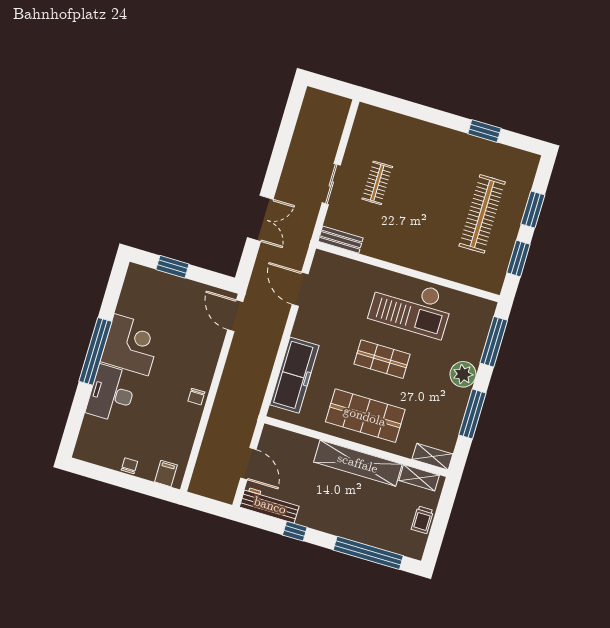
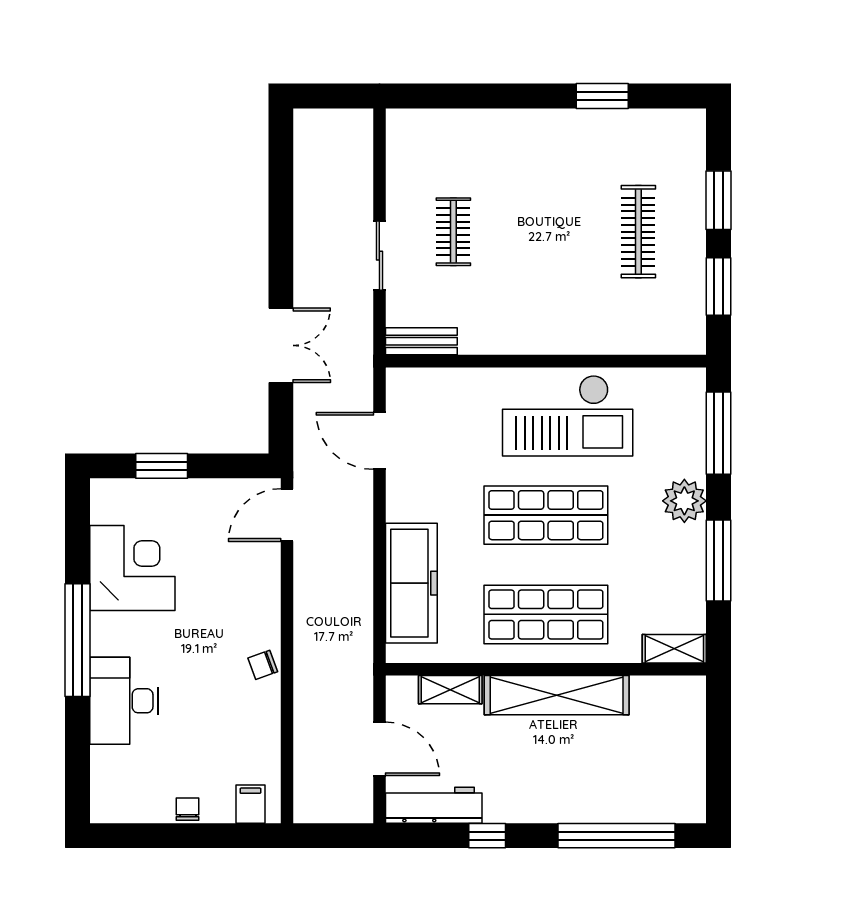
clothes rail: (482, 214) -> (638, 232), width x0.73, depth x0.76
door: (235, 316) -> (287, 515), hinge flipped
corner desk: (131, 345) -> (132, 568), moved
shop shelf: (382, 359) -> (546, 515), width x1.43, depth x1.36
chair: (196, 397) -> (263, 665), turned 70
shelving: (419, 478) -> (450, 690), moved
trolley: (422, 520) -> (688, 756), removed

